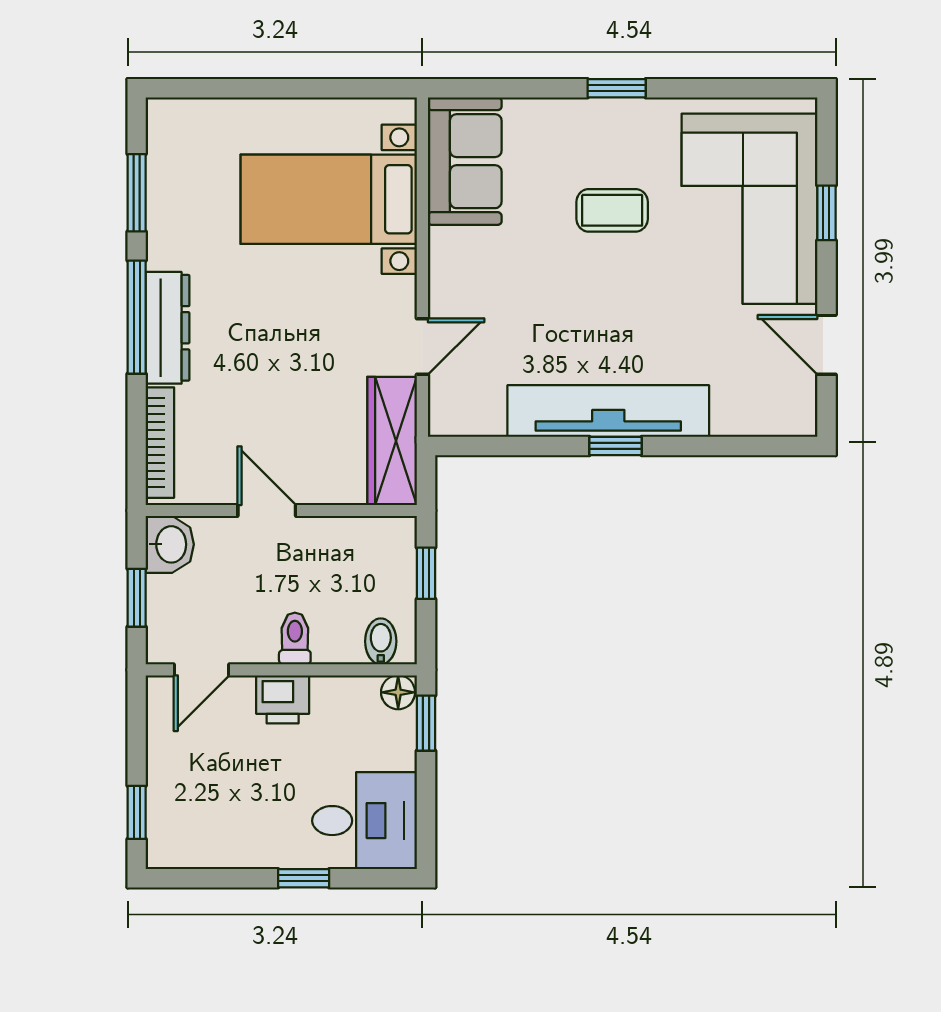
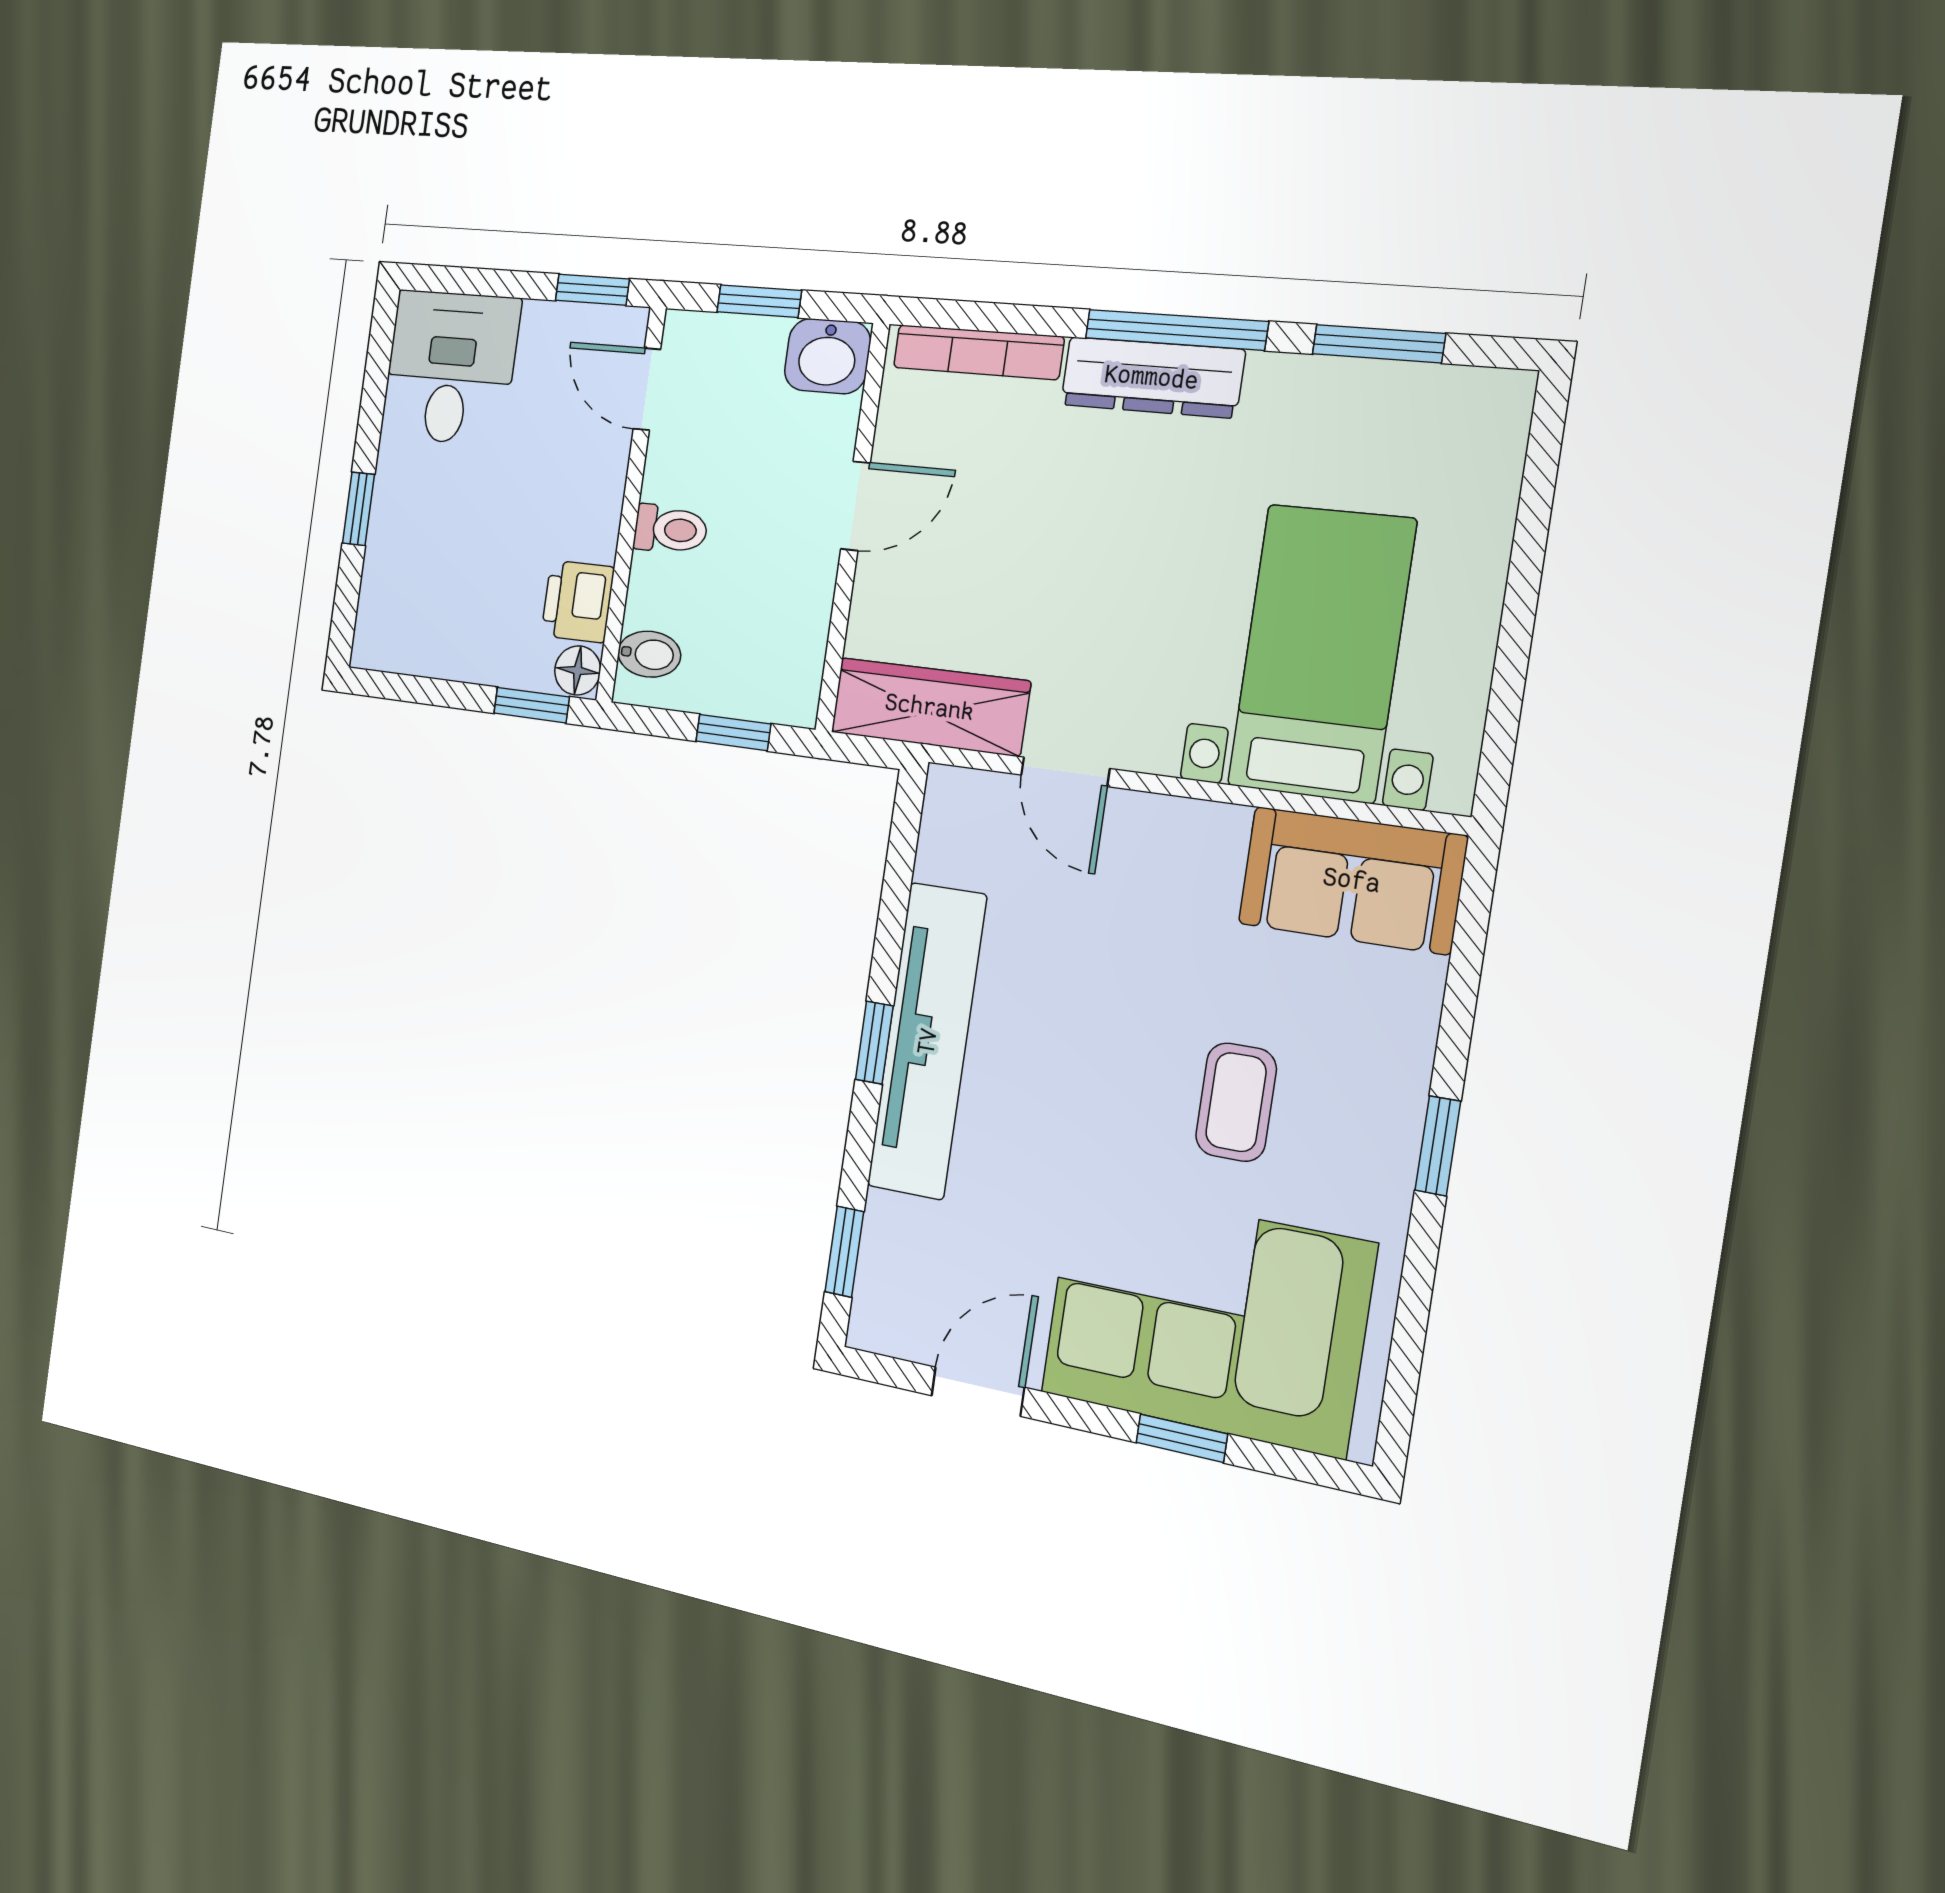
window: (755, 446) -> (844, 1252), added
printer: (283, 699) -> (578, 602), moved
window: (137, 812) -> (592, 290), moved
desk: (365, 821) -> (450, 368), moved, turned 180

